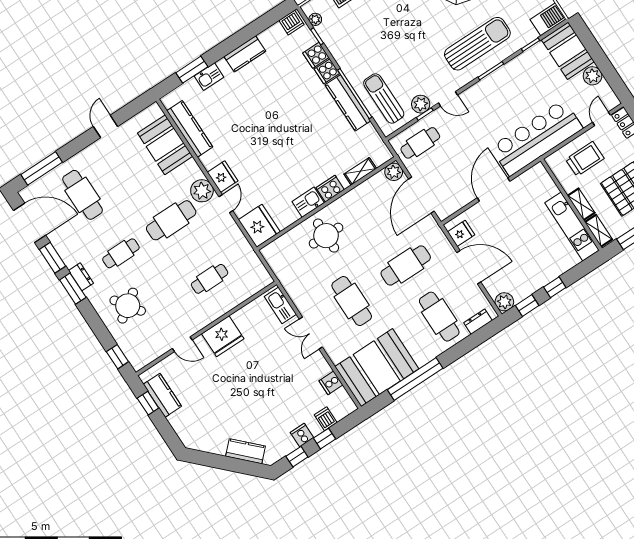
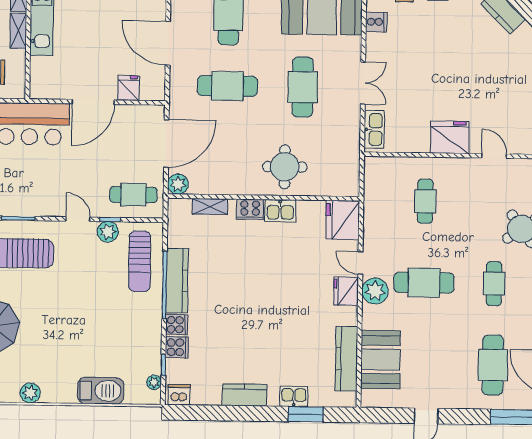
door: (226, 204) -> (360, 263), hinge flipped
fridge: (461, 233) -> (129, 88), moved, turned 90
cafe table: (121, 253) -> (494, 284), turned 90
cafe table: (210, 279) -> (425, 201), turned 90

